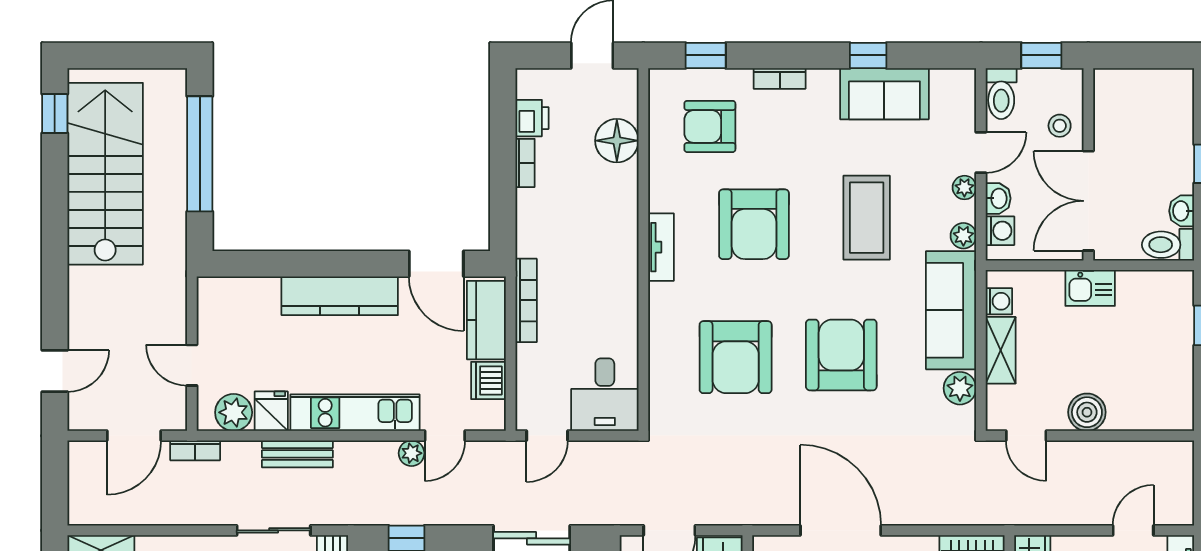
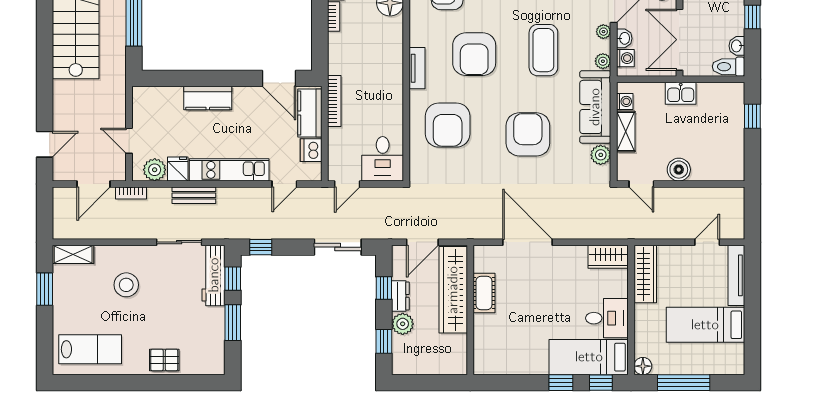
kitchen counter: (340, 296) -> (208, 98), width x0.67
armchair: (736, 357) -> (448, 125), moved
plant: (412, 453) -> (264, 195), removed

